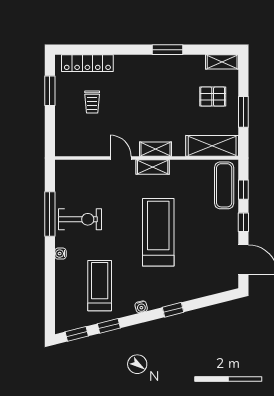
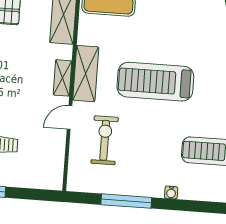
shelving: (153, 167) -> (86, 74), width x1.50, depth x1.33
exercise bike: (80, 219) -> (105, 140), moved

